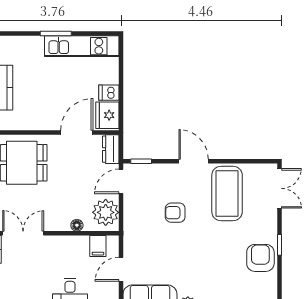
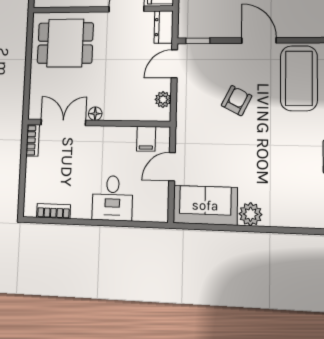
plant: (106, 212) -> (163, 100), width x0.53, depth x0.53
armchair: (175, 213) -> (237, 101), turned 117
floor lamp: (77, 225) -> (95, 114), moved

